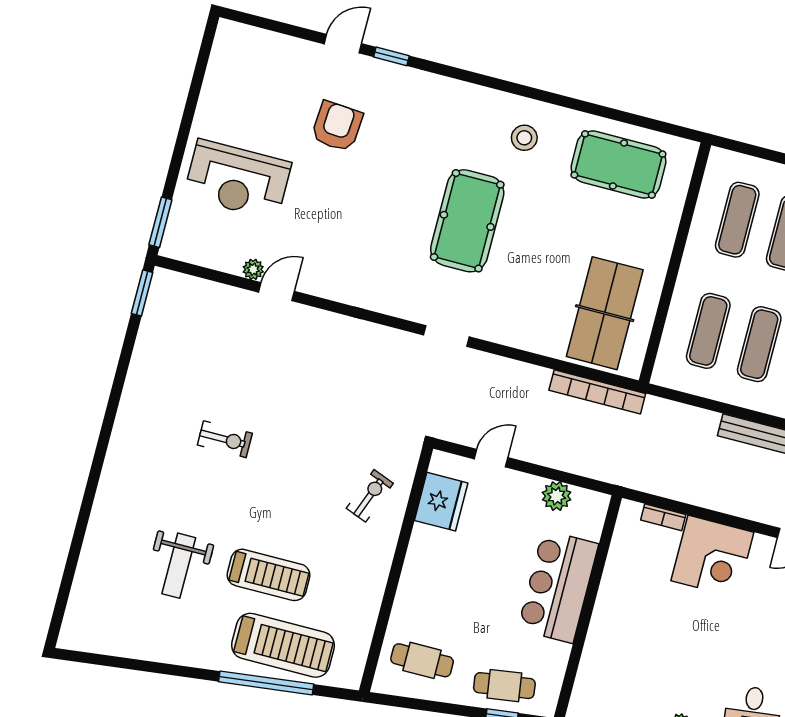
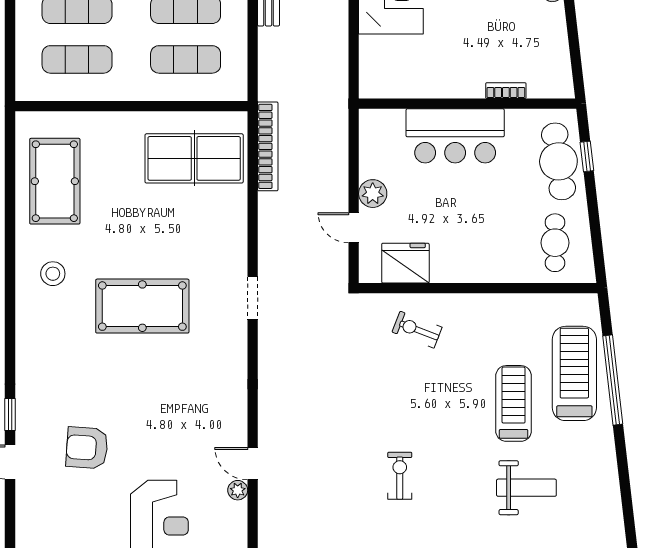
plant: (557, 496) -> (373, 194), moved
bookcase: (663, 517) -> (506, 91), moved, turned -90
cafe table: (504, 686) -> (558, 161), width x1.37, depth x1.35

